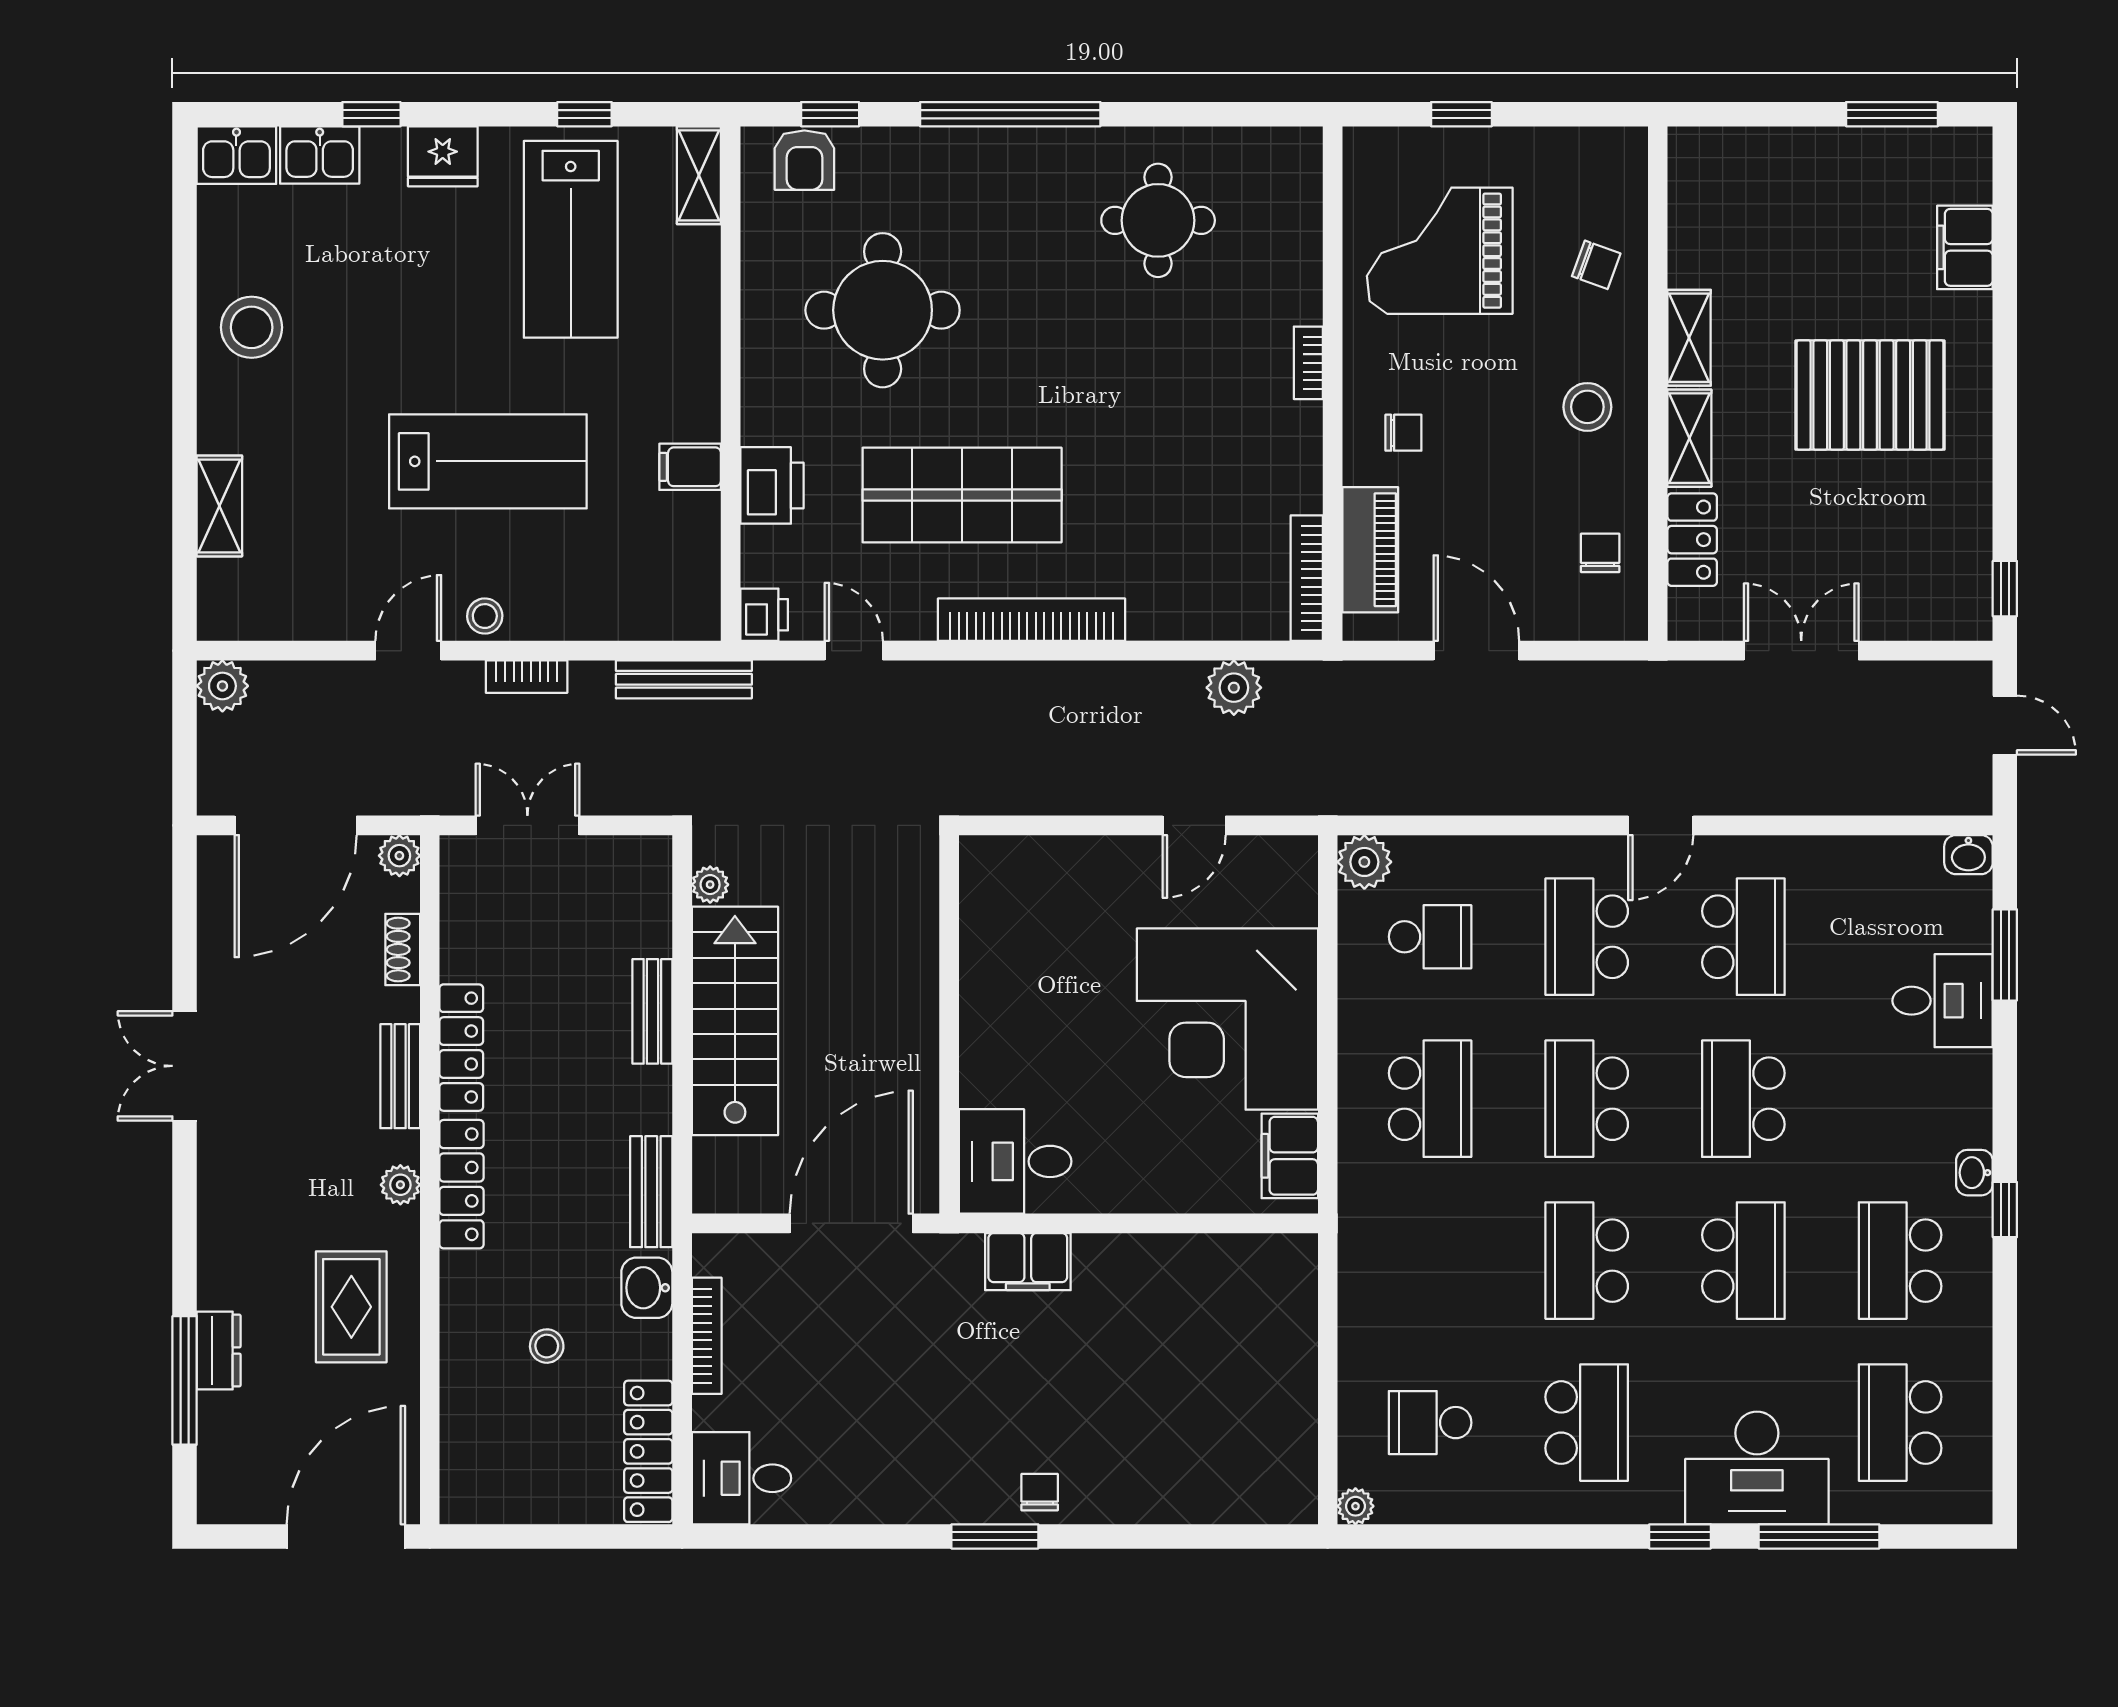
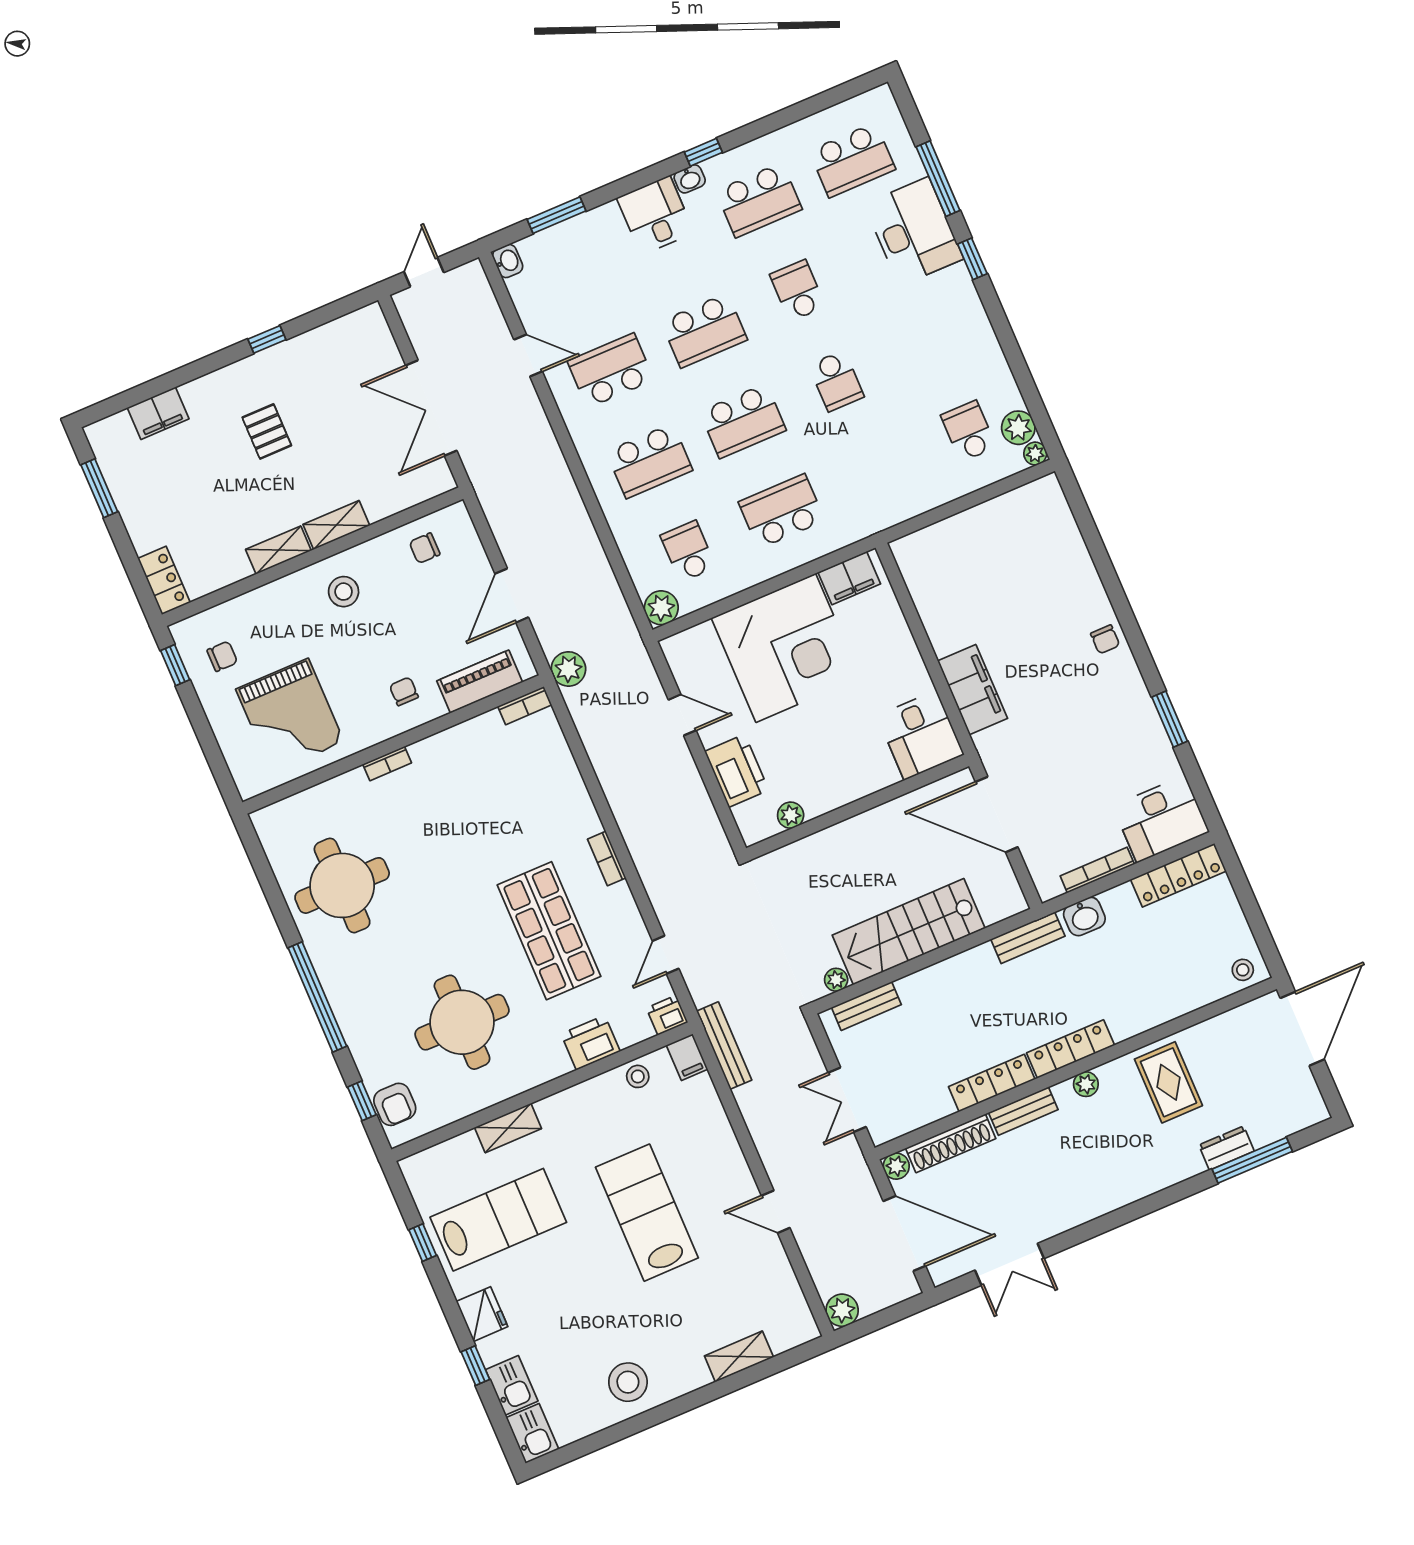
window: (1461, 114) -> (175, 665), moved
armchair: (804, 160) -> (395, 1104), turned 90
shelving: (699, 175) -> (508, 1128), moved
round table: (1158, 220) -> (342, 885), width x1.36, depth x1.36
chair: (1596, 265) -> (222, 656), moved, turned 70
pallet: (1870, 395) -> (267, 431), width x0.49, depth x0.50
filing cabinet: (690, 467) -> (687, 1057), moved
locker: (1692, 540) -> (164, 580), moved, turned 90
bookcase: (1307, 578) -> (525, 706), width x0.64
window: (2005, 589) -> (267, 339), moved
stool: (485, 616) -> (638, 1076), moved
bookcase: (1031, 620) -> (607, 859), width x0.43, depth x0.76
double door: (1801, 651) -> (431, 408), width x1.37
bookcase: (527, 677) -> (761, 1137), removed
plant: (1234, 688) -> (568, 669), moved
door: (1661, 825) -> (528, 355), moved
printer: (1078, 870) -> (737, 771), added
plant: (980, 921) -> (791, 815), added
shoe rack: (403, 949) -> (951, 1143), width x1.94, depth x1.24
desk: (1943, 1001) -> (655, 215), moved
bench: (652, 1011) -> (866, 1006), moved
double door: (185, 1066) -> (1009, 1264), moved
school desk: (1587, 1261) -> (836, 381), width x0.54
school desk: (1743, 1261) -> (798, 290), width x0.54
filing cabinet: (1028, 1262) -> (973, 690), width x1.50, depth x1.17
rug: (351, 1307) -> (1168, 1082), turned 90
stool: (547, 1346) -> (1243, 970), moved
school desk: (1430, 1423) -> (968, 431), turned 180
school desk: (1587, 1423) -> (930, 341), removed
desk: (742, 1478) -> (1161, 819), width x1.37
chair: (1040, 1492) -> (1105, 639), turned -90
plant: (1404, 1498) -> (1018, 428), added
door: (346, 1536) -> (1302, 1029), swing flipped
window: (995, 1536) -> (1170, 719), moved

